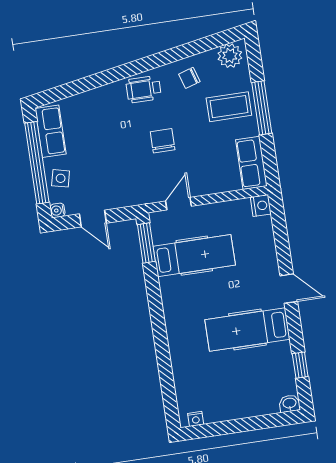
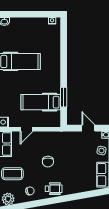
door: (179, 204) -> (27, 129), moved
window: (146, 243) -> (64, 97), moved

